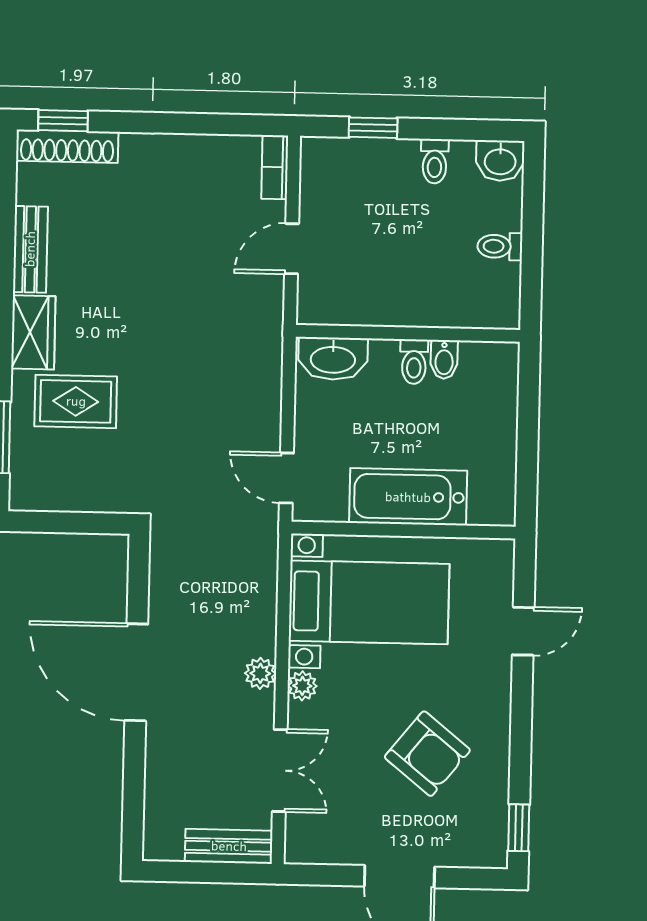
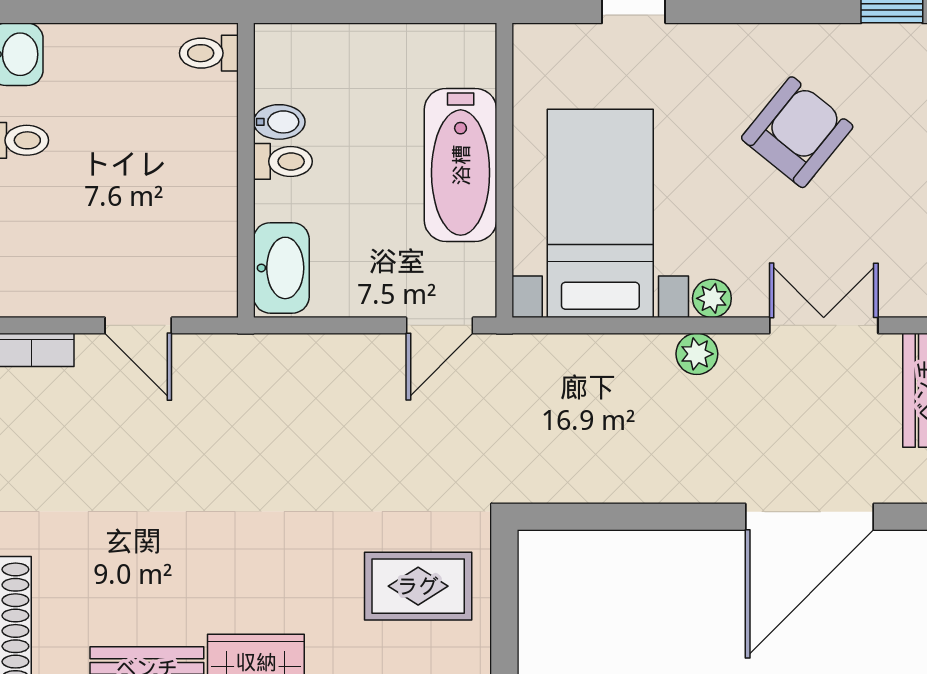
toilet: (500, 246) -> (209, 53), moved, turned 90
rug: (76, 401) -> (418, 586), moved, turned 90
door: (136, 672) -> (810, 517), moved

